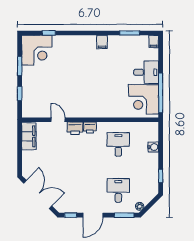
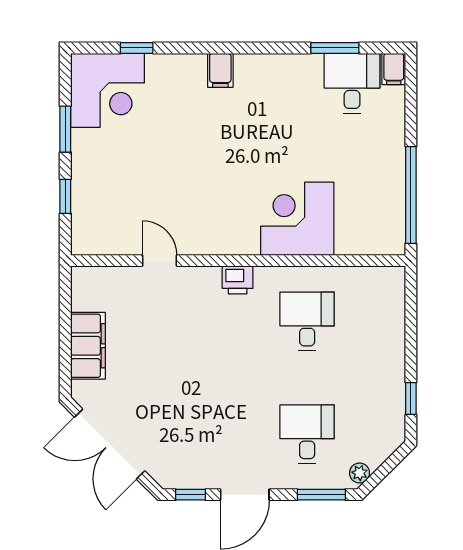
filing cabinet: (102, 42) -> (220, 70), moved
desk: (146, 72) -> (352, 83), moved, turned -90
corner desk: (144, 99) -> (297, 219), moved, turned 90
printer: (75, 128) -> (201, 282), removed
filing cabinet: (29, 136) -> (88, 346), moved
water cooler: (153, 147) -> (393, 328), removed
double door: (38, 194) -> (110, 444), swing flipped

